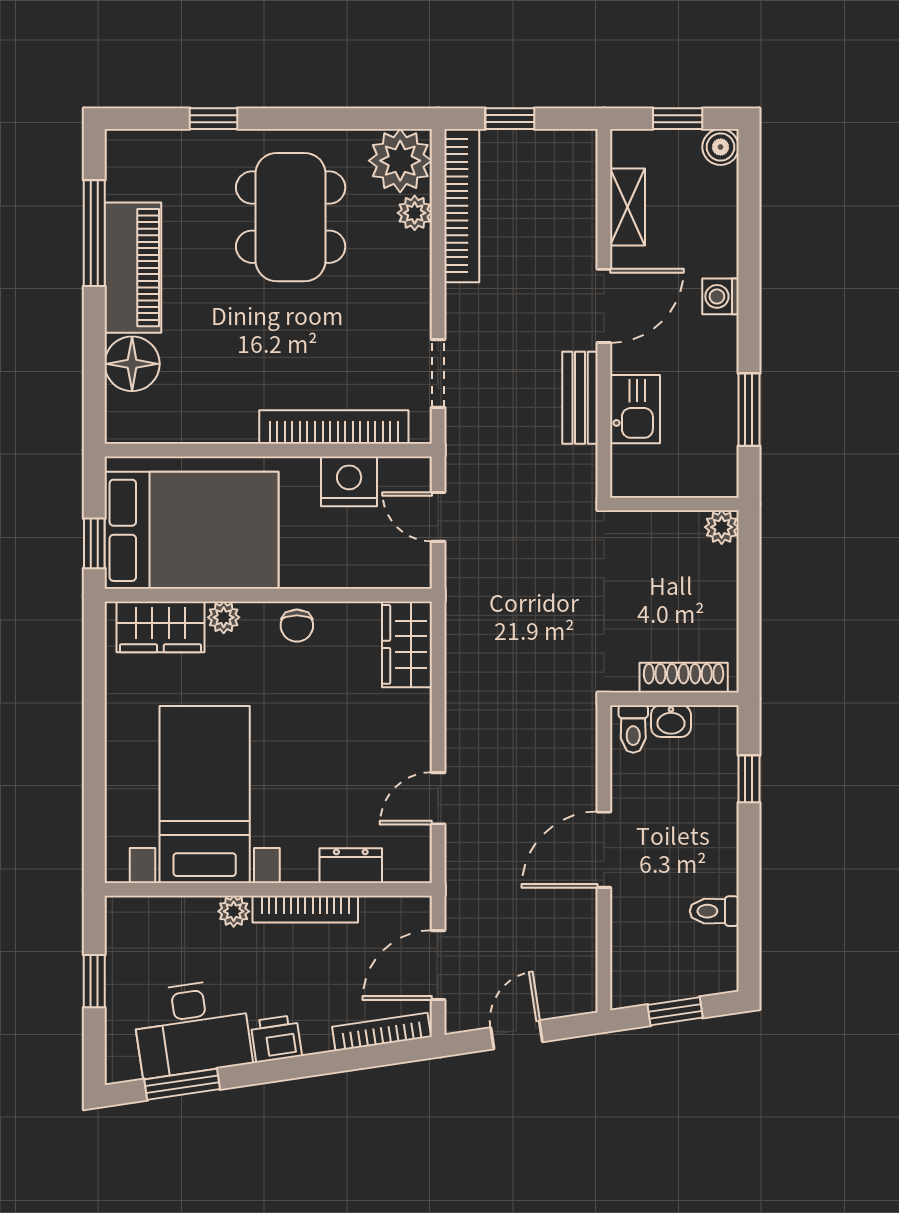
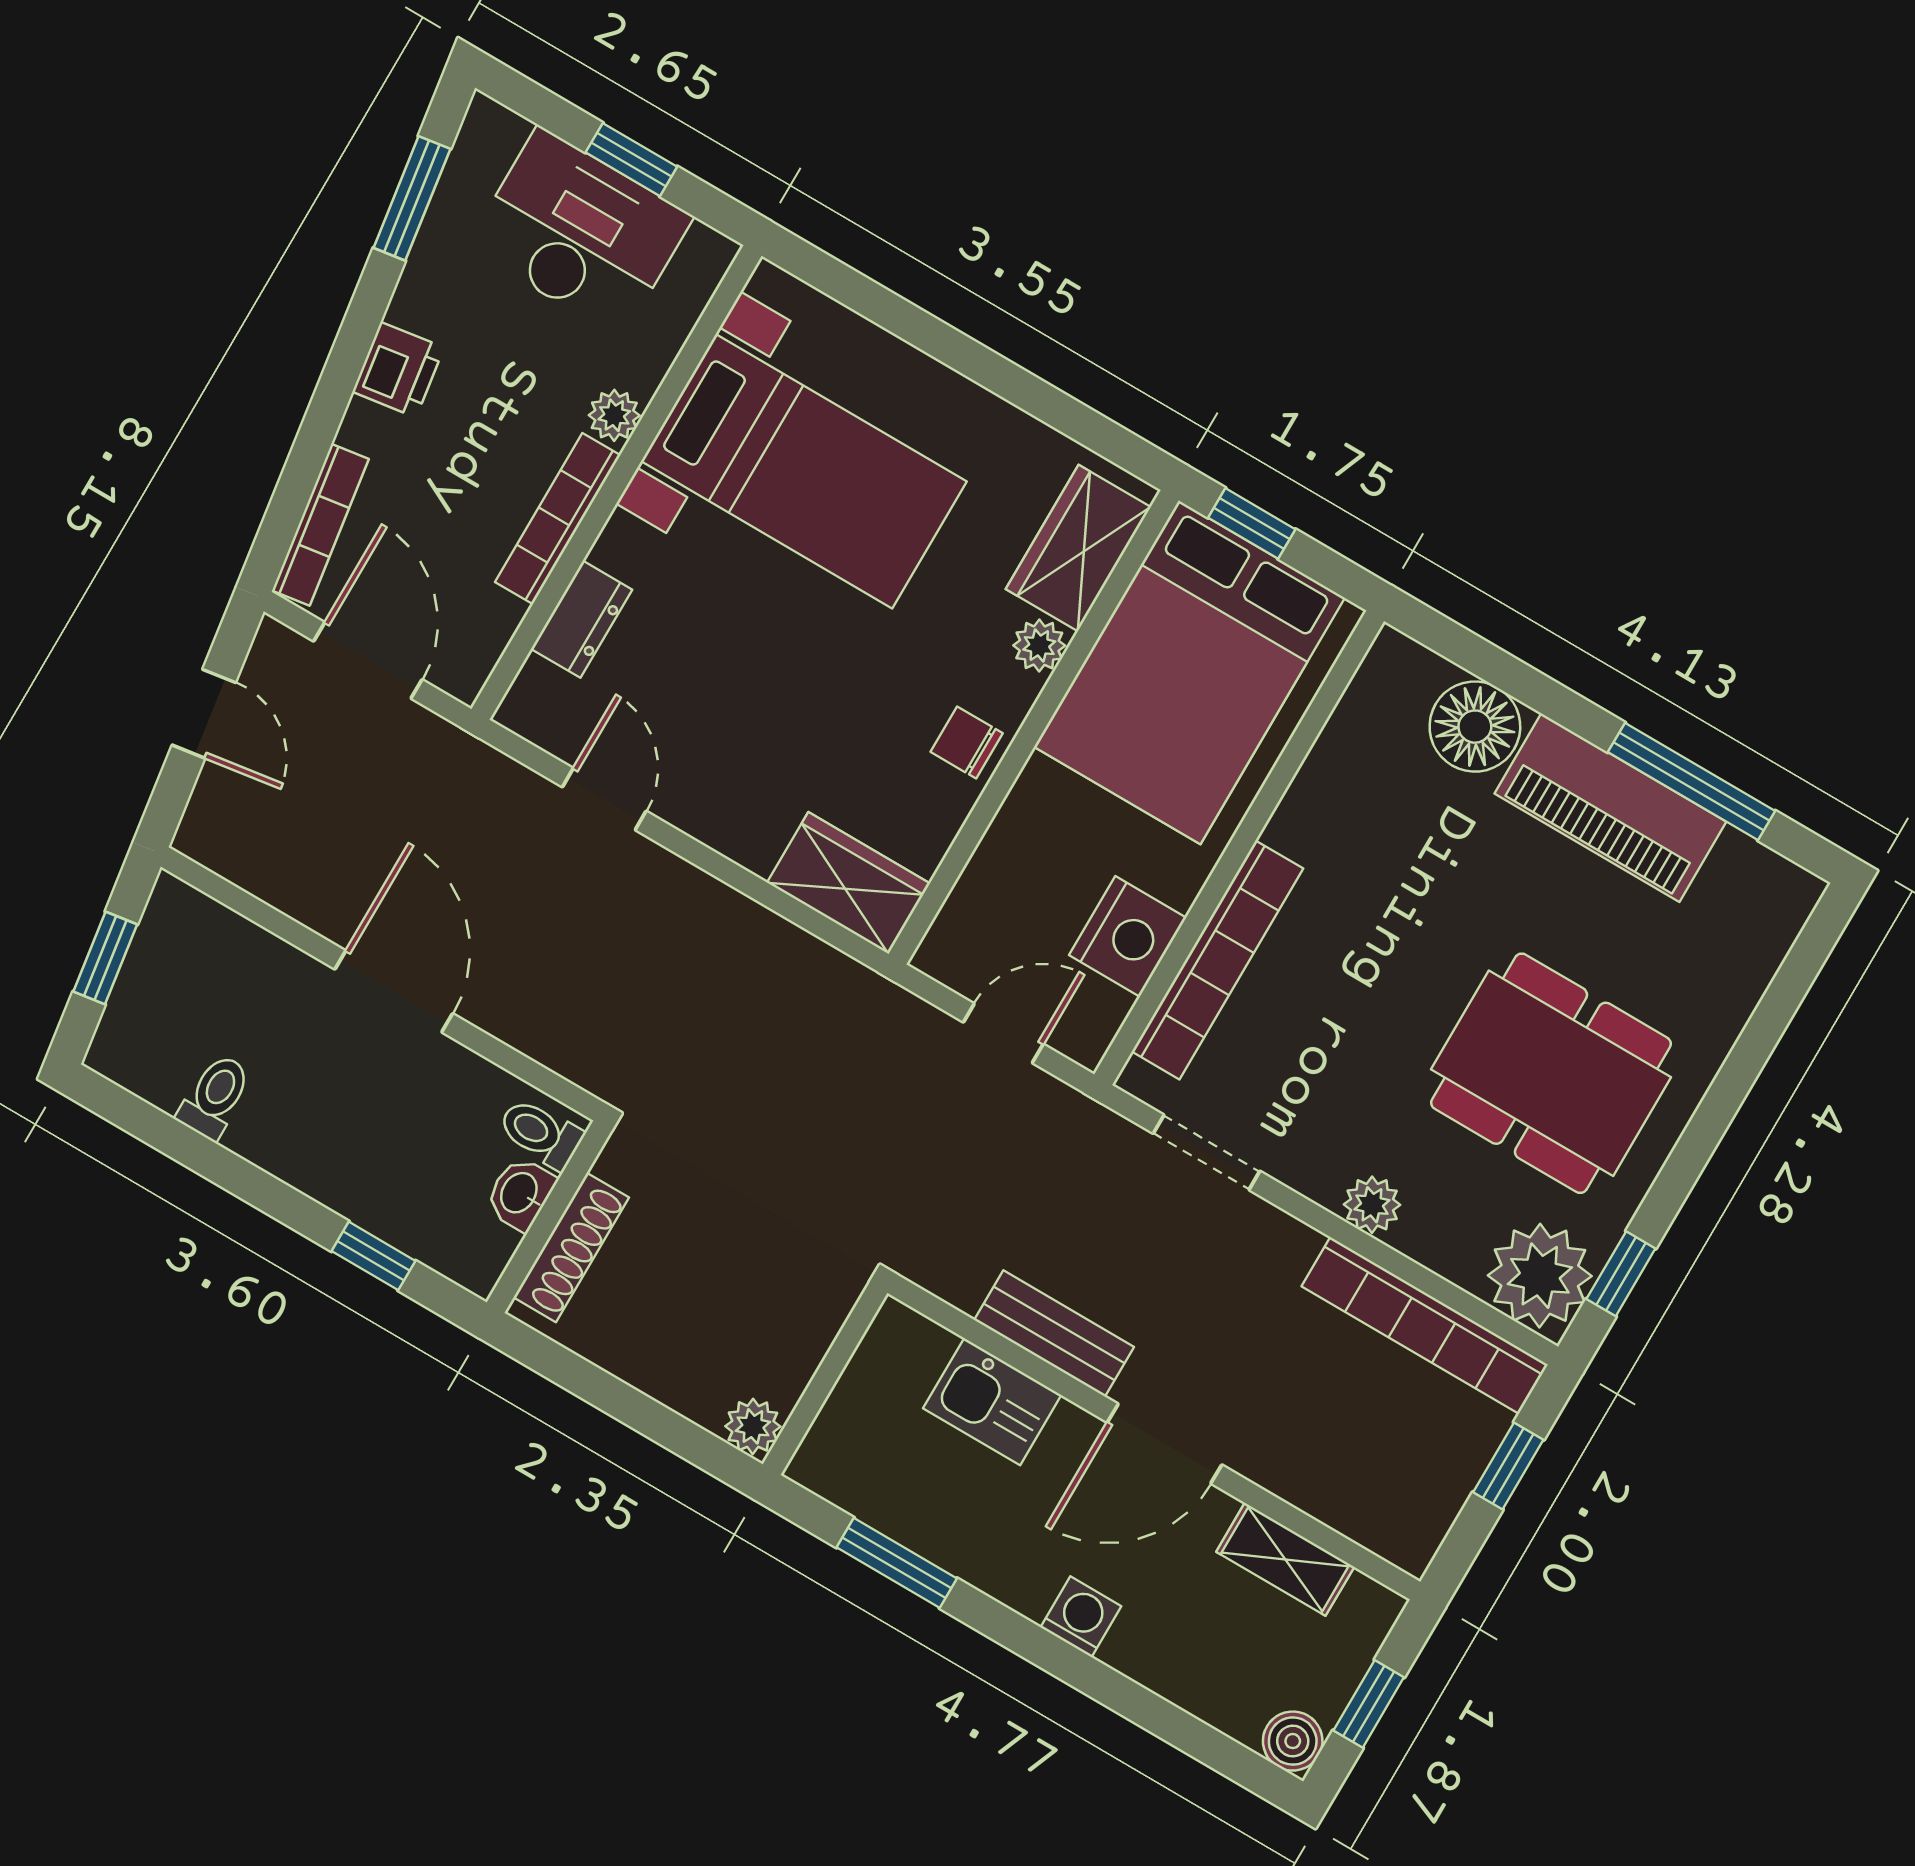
window: (213, 119) -> (1621, 1274), moved
plant: (415, 213) -> (1372, 1205), moved
door: (604, 306) -> (1165, 1444), hinge flipped
desk: (192, 1028) -> (580, 232), moved, turned 98

